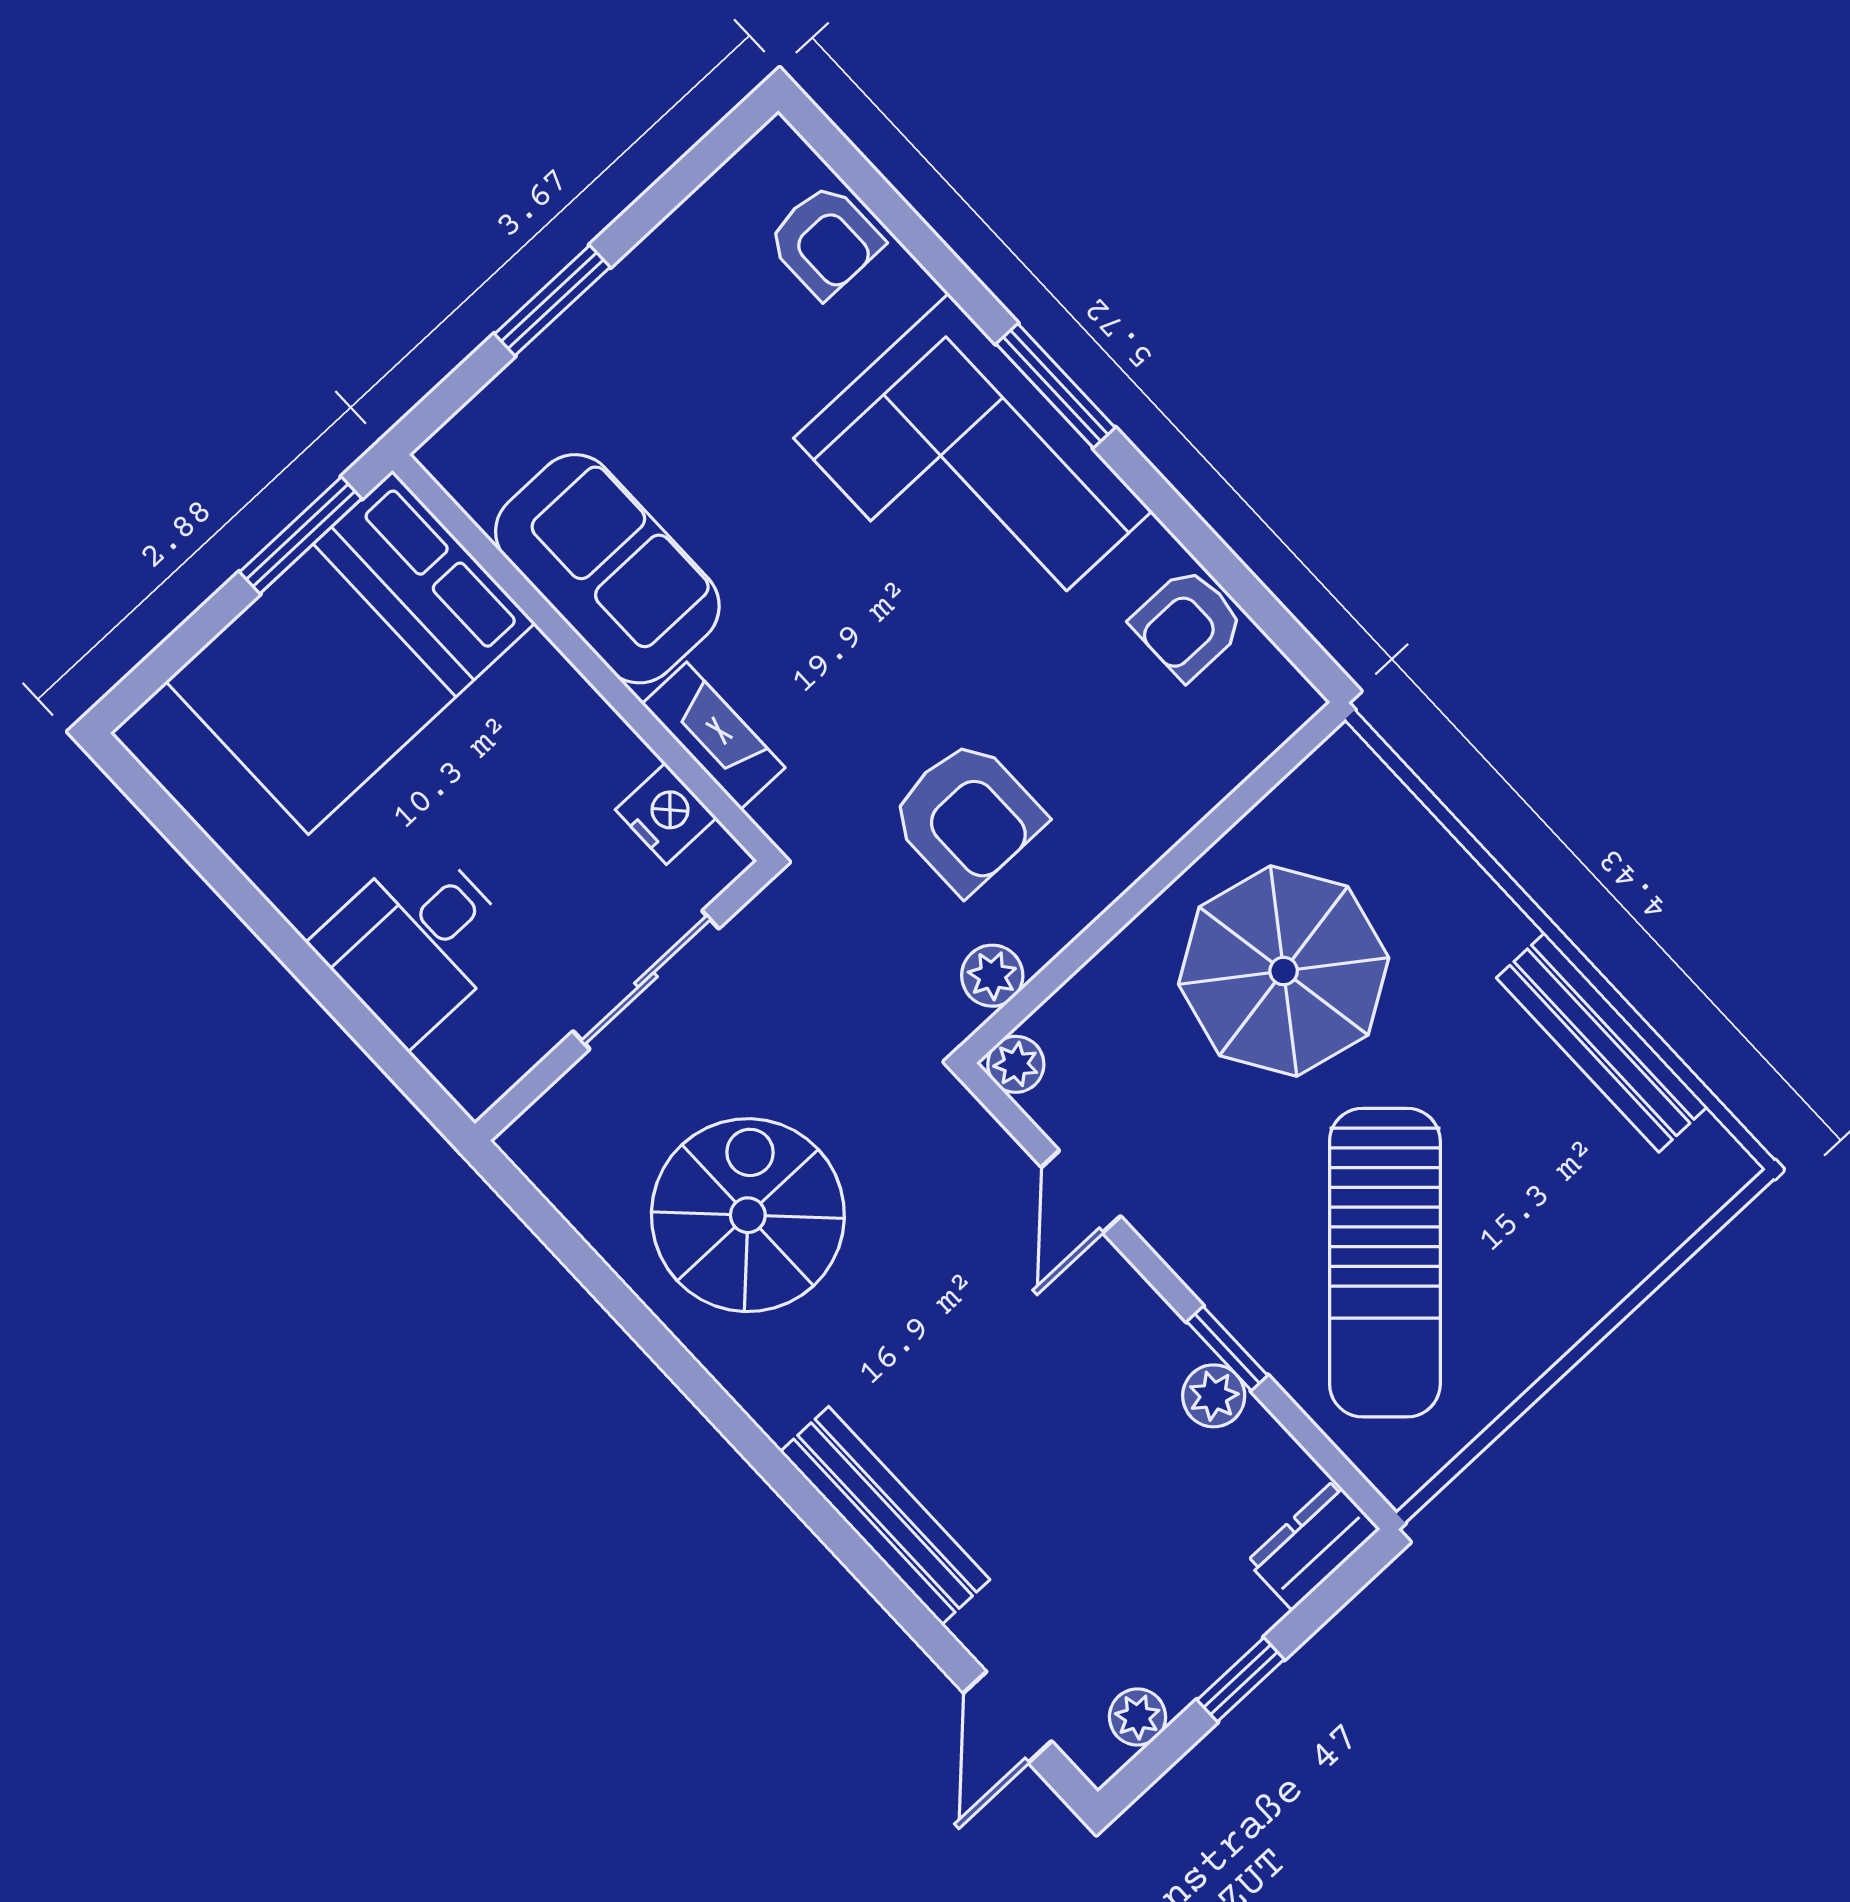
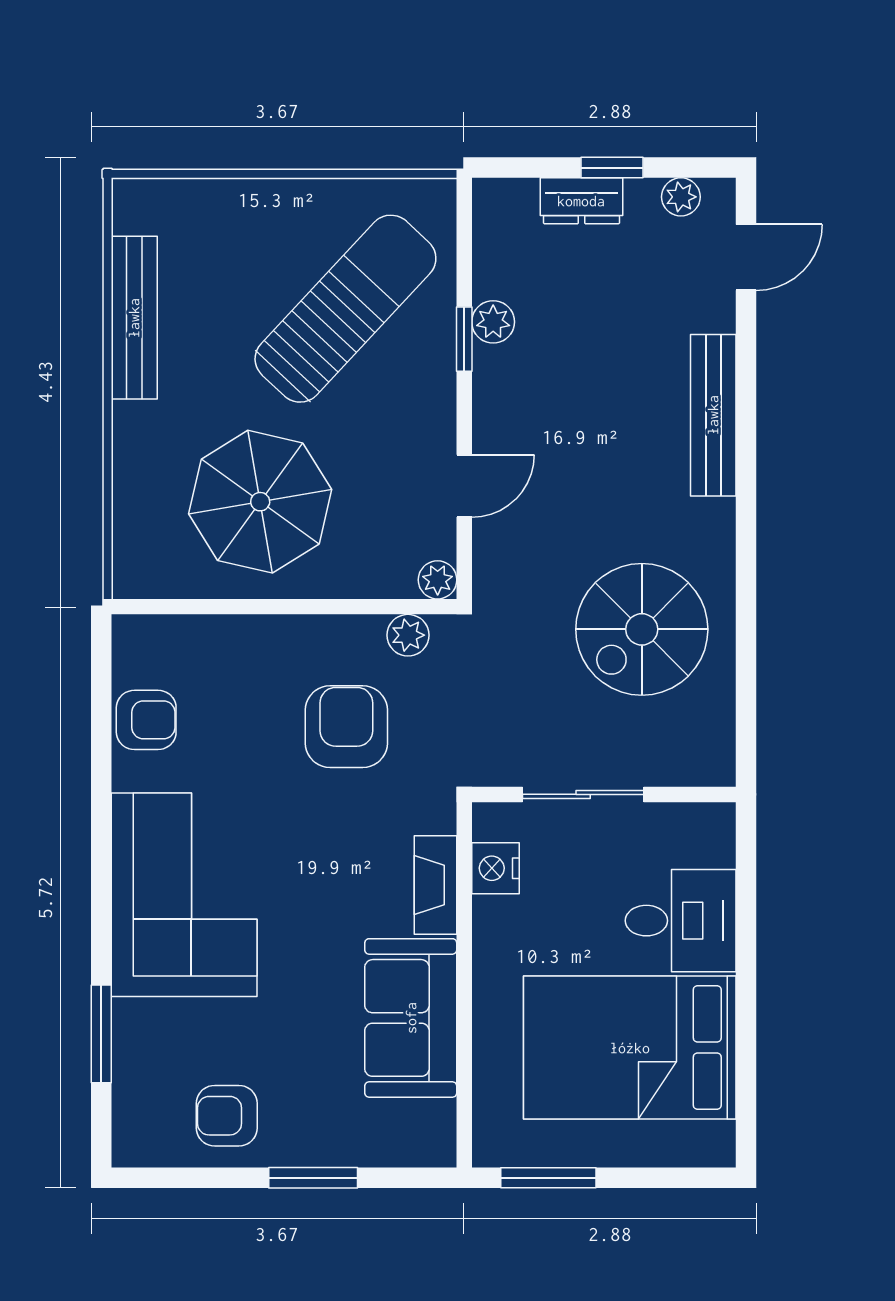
armchair: (825, 241) -> (227, 1116), moved, turned -90
window: (1056, 386) -> (101, 1034), moved
bed: (351, 652) -> (630, 1048), moved, turned 180
dresser: (1313, 1545) -> (581, 201), moved

